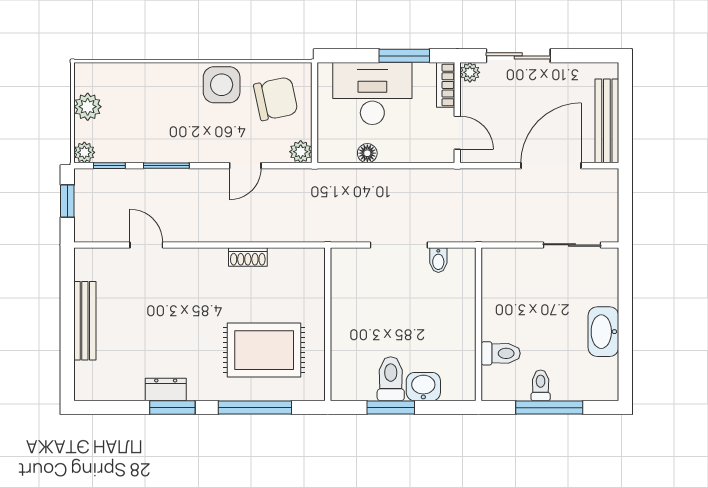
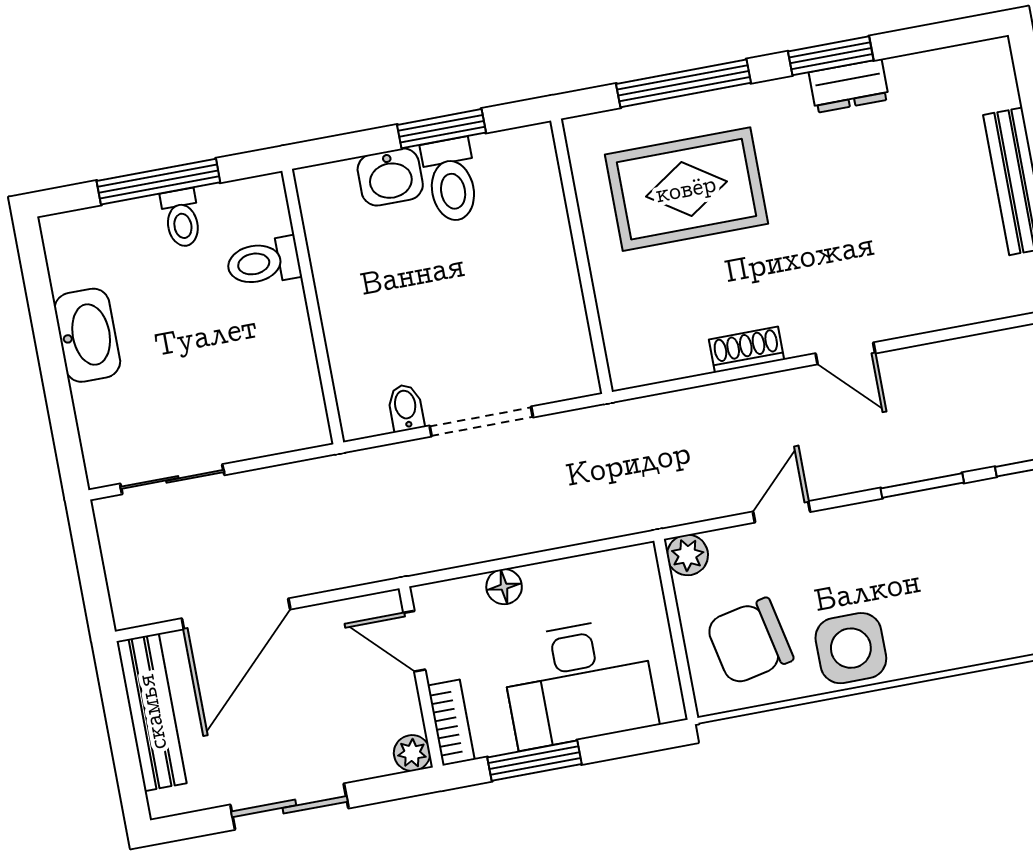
sliding door: (518, 56) -> (289, 807), moved
floor lamp: (367, 153) -> (504, 587), moved
door: (146, 245) -> (845, 353), moved

